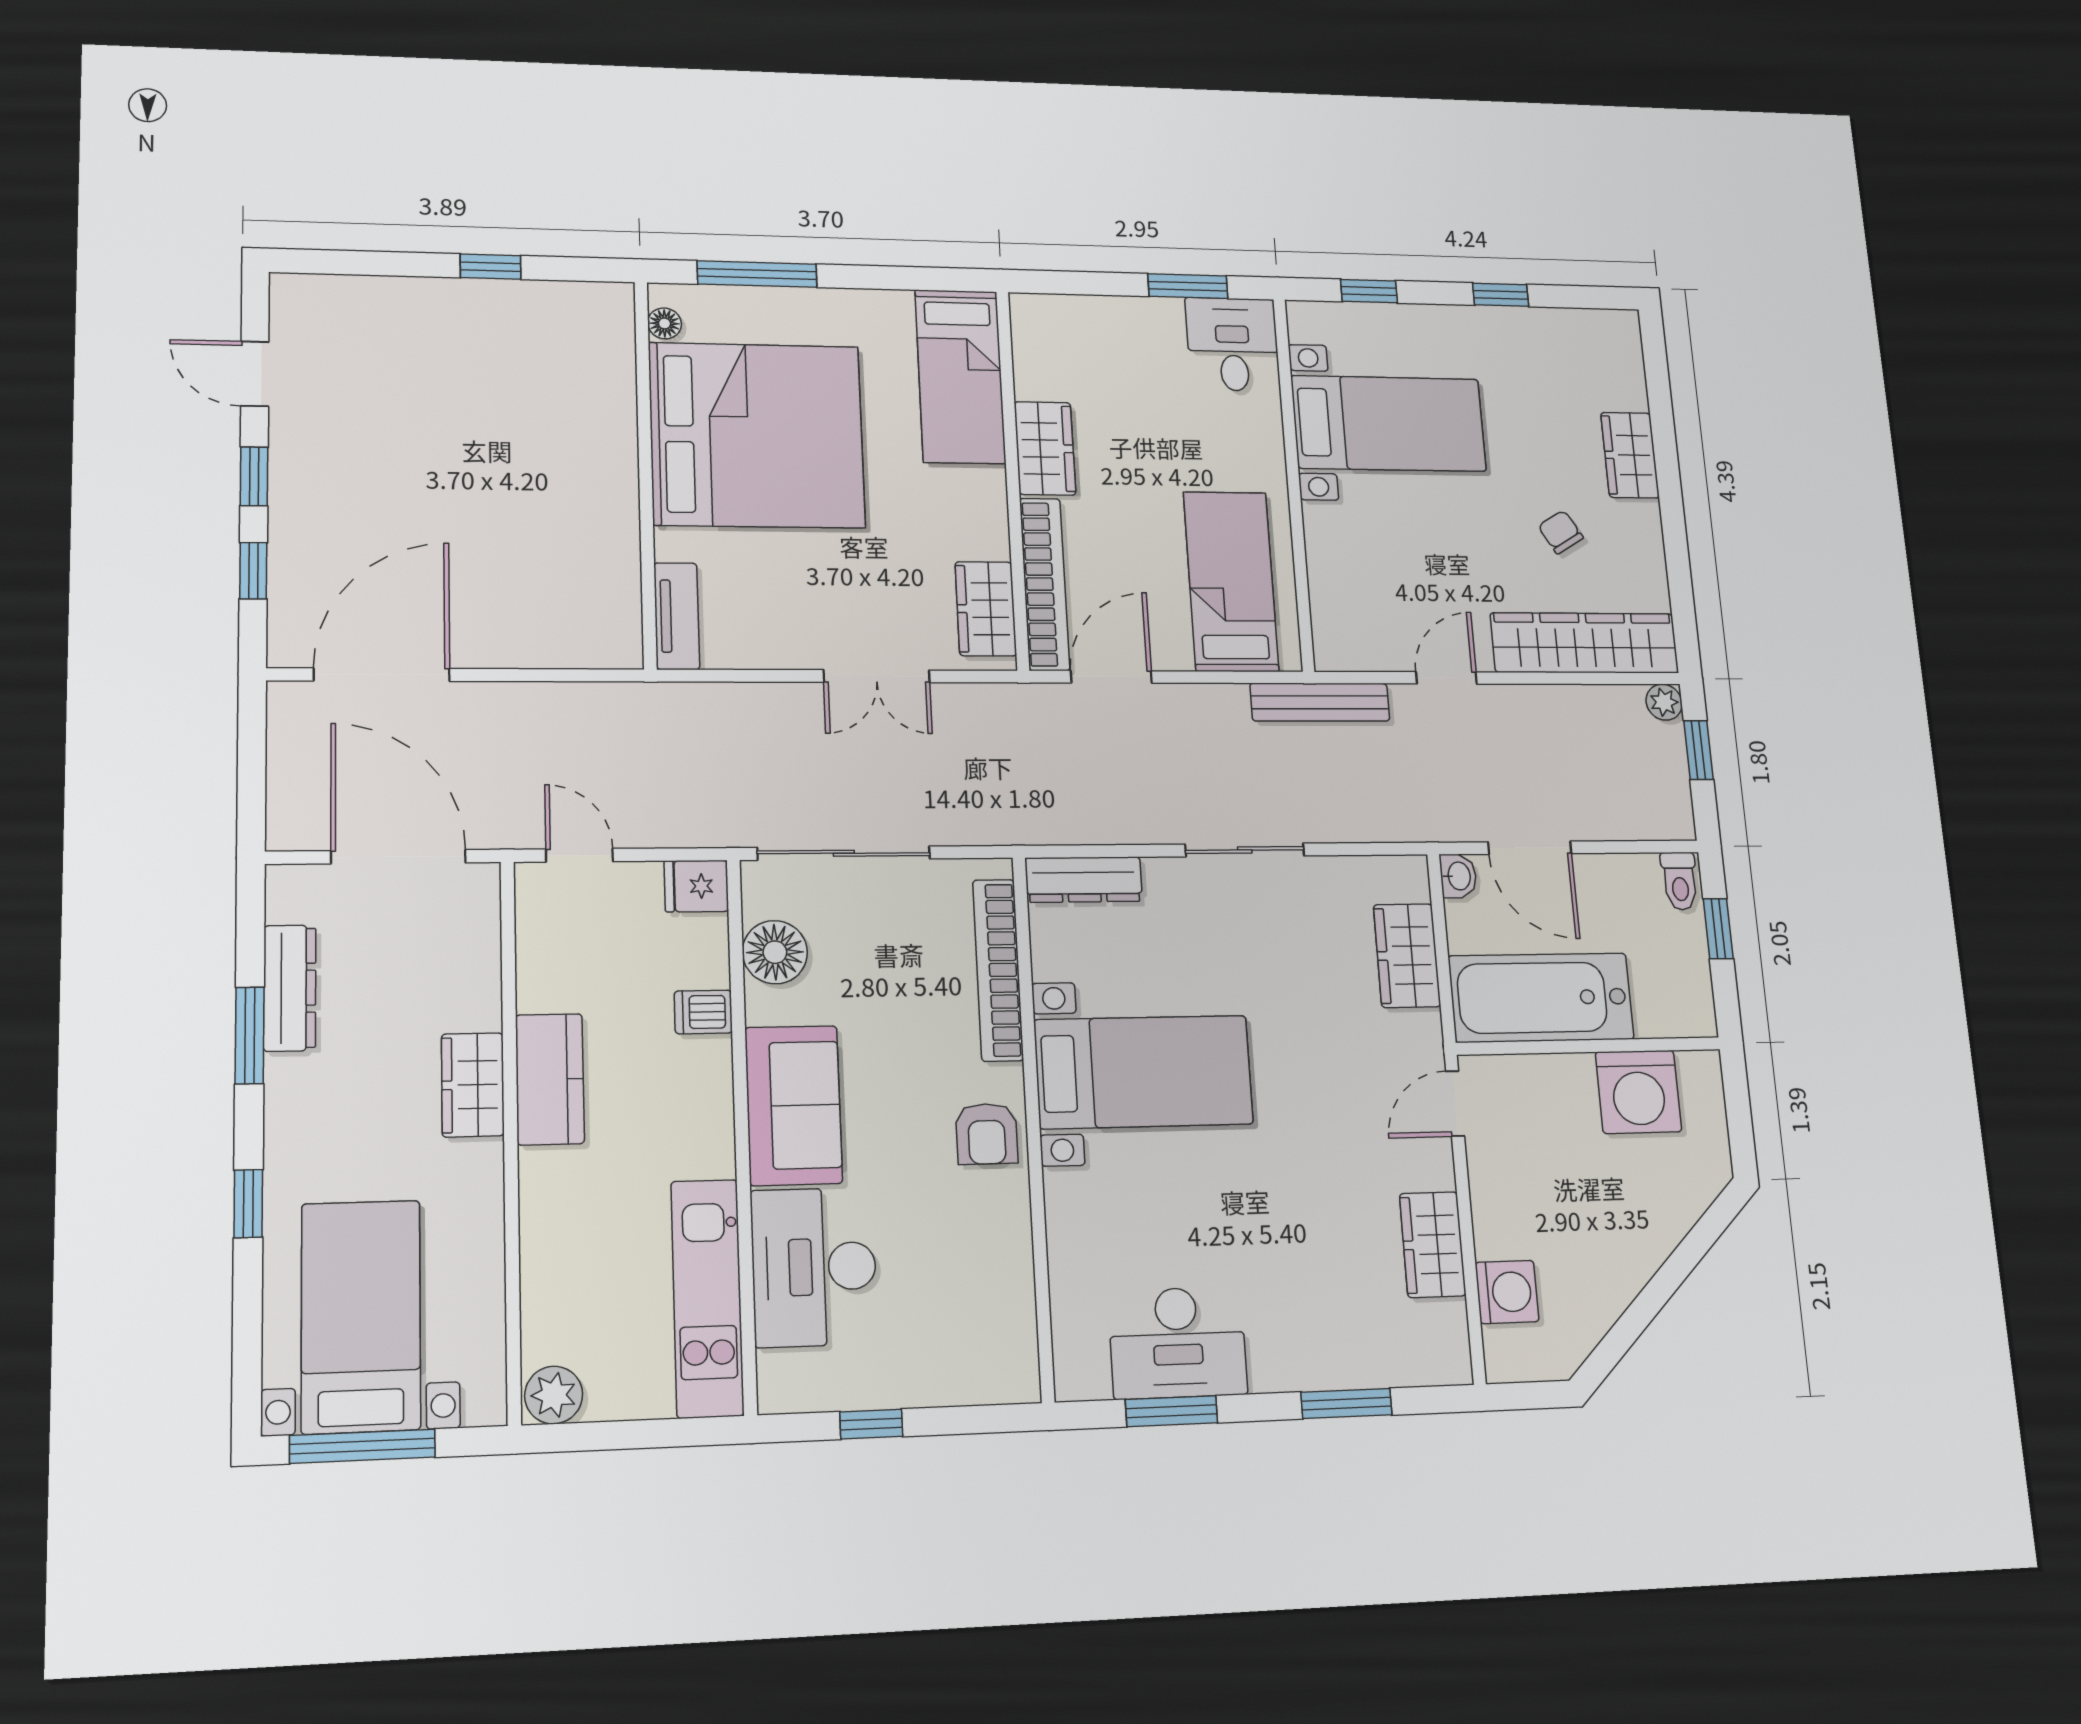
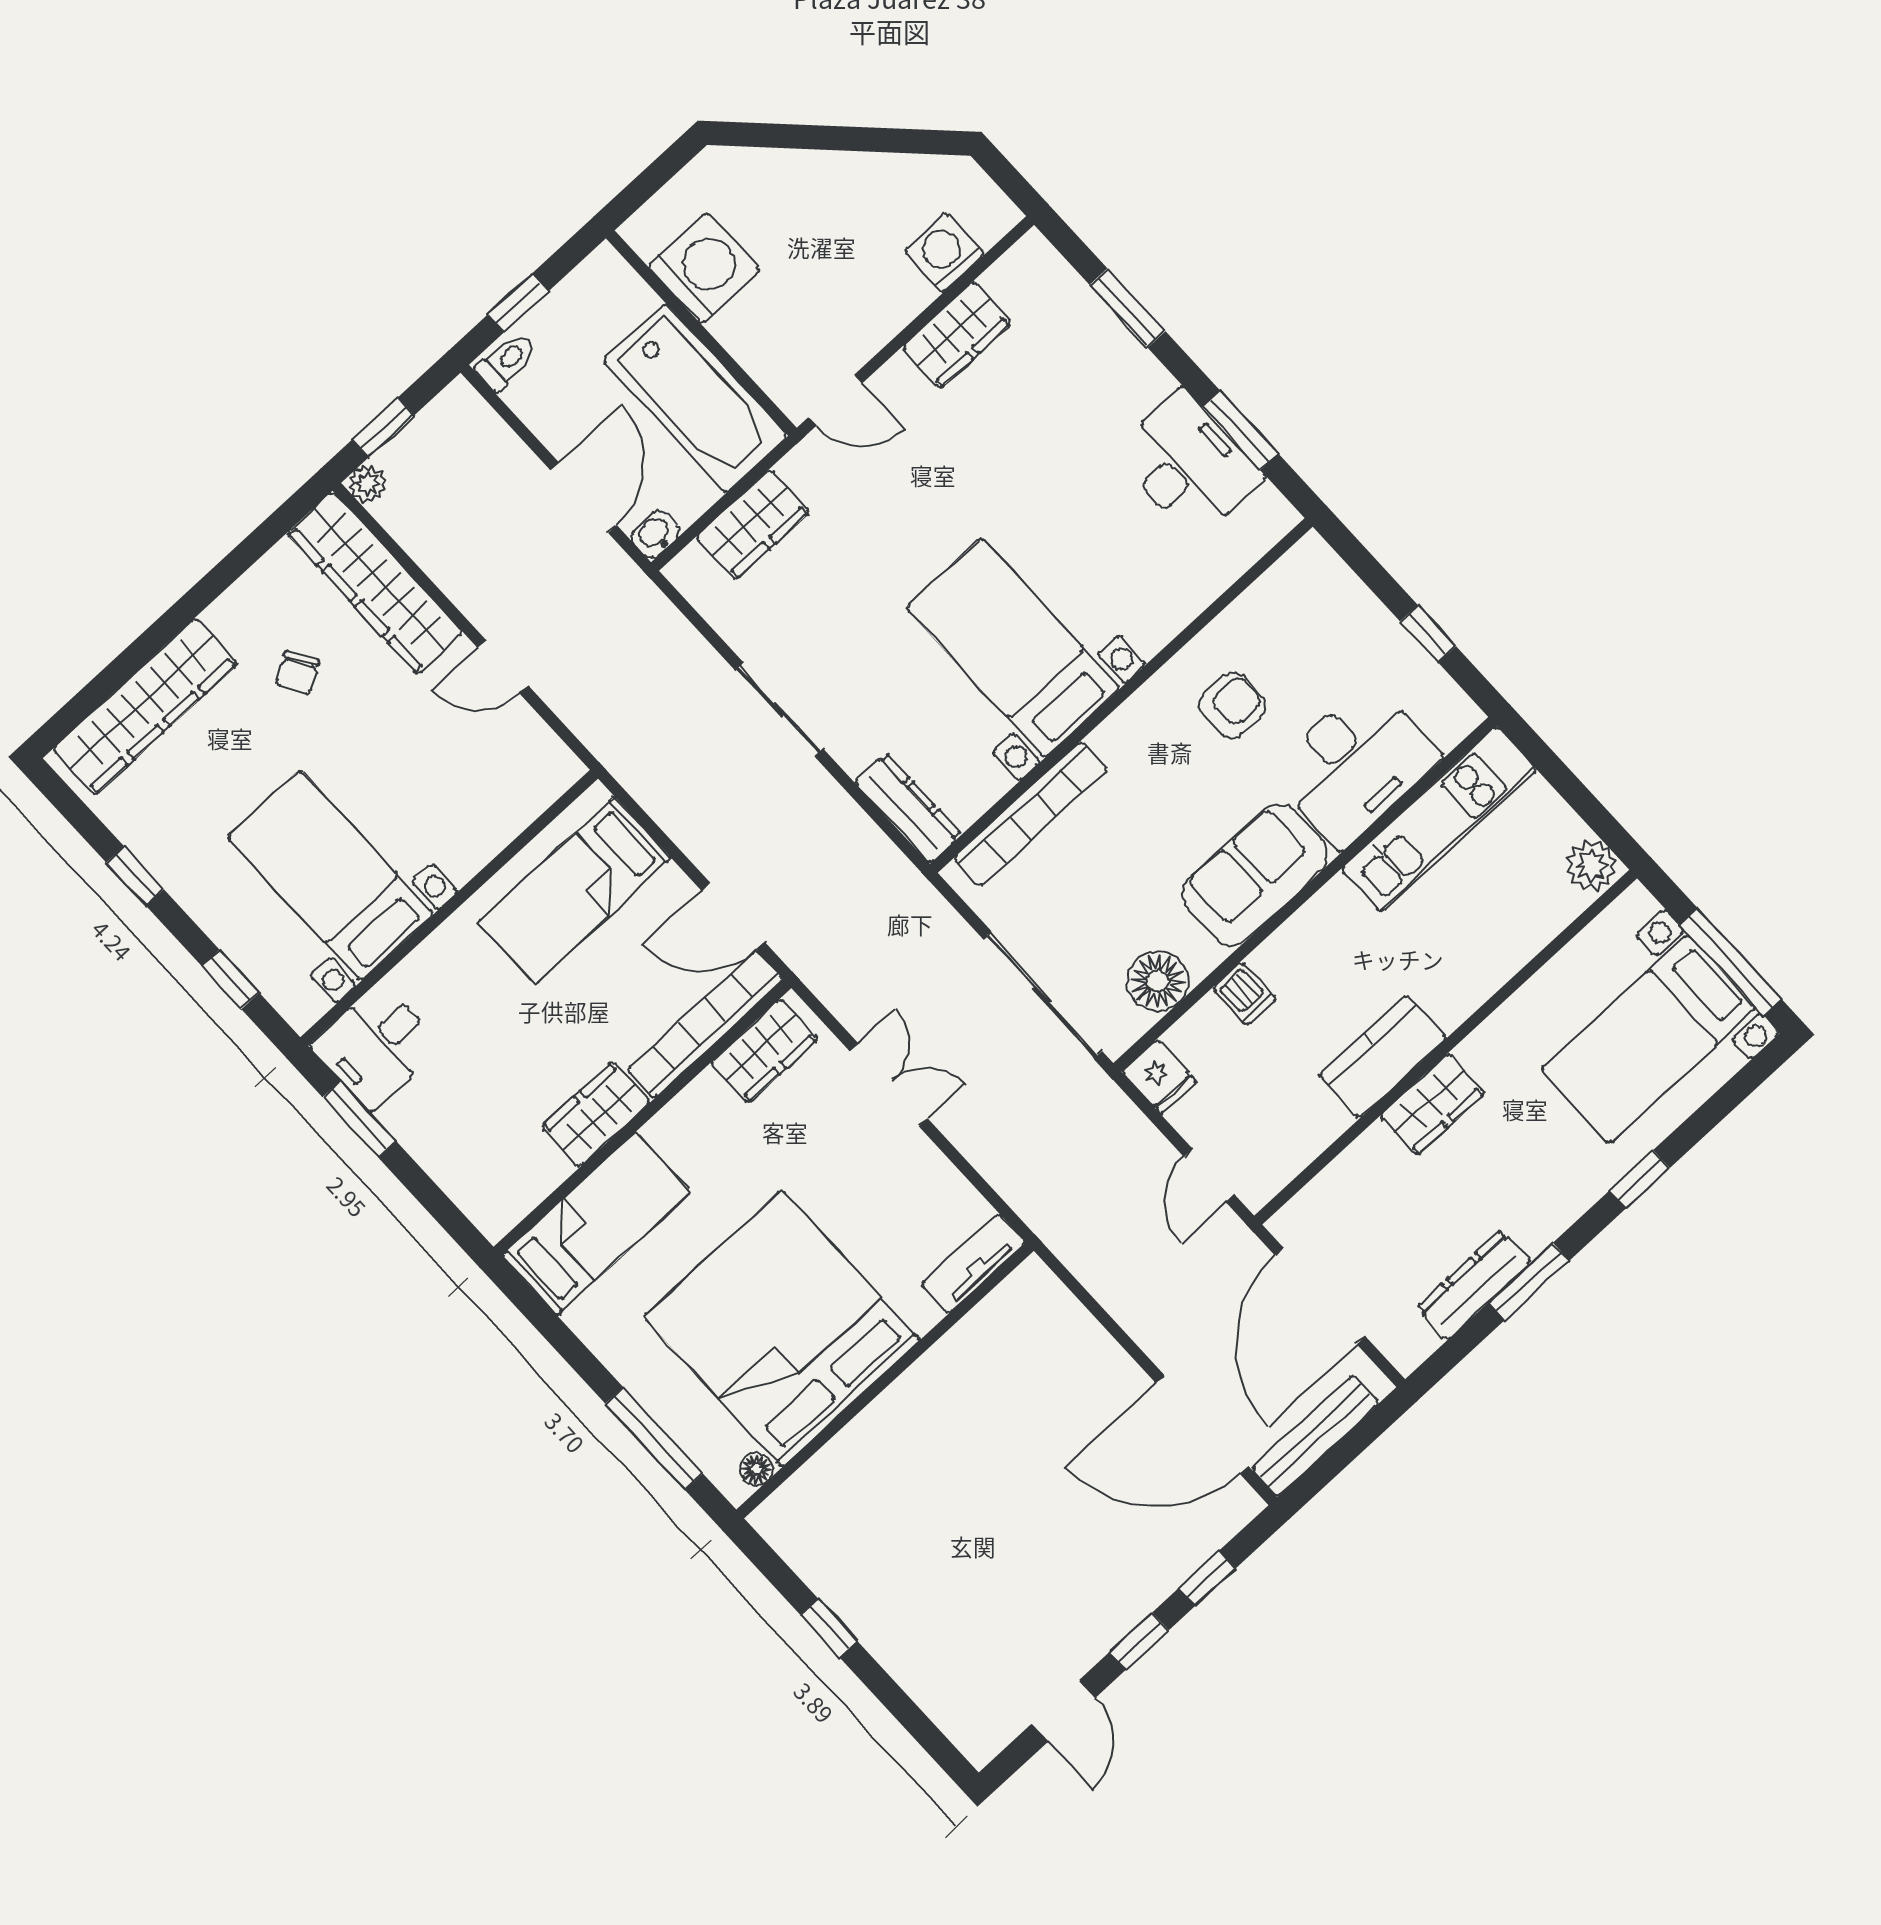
wardrobe: (1630, 455) -> (145, 706), width x2.10, depth x1.17
bench: (1320, 702) -> (1315, 1436), moved, turned 90
armchair: (987, 1134) -> (1232, 705), moved

